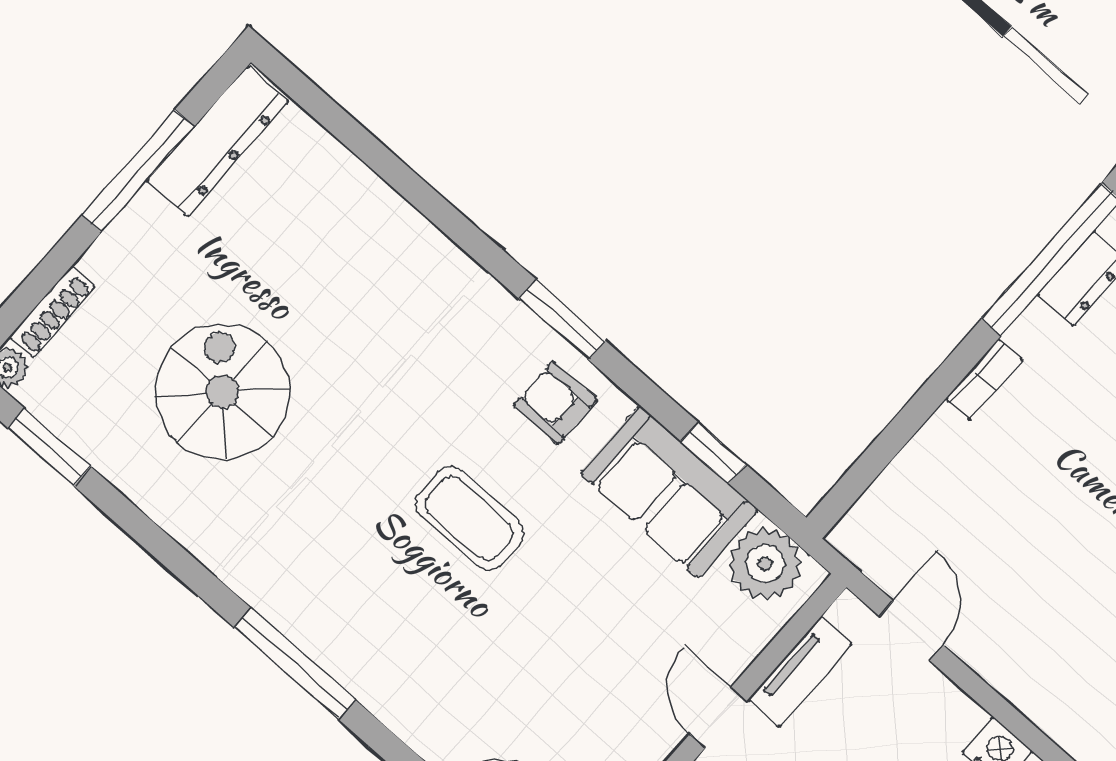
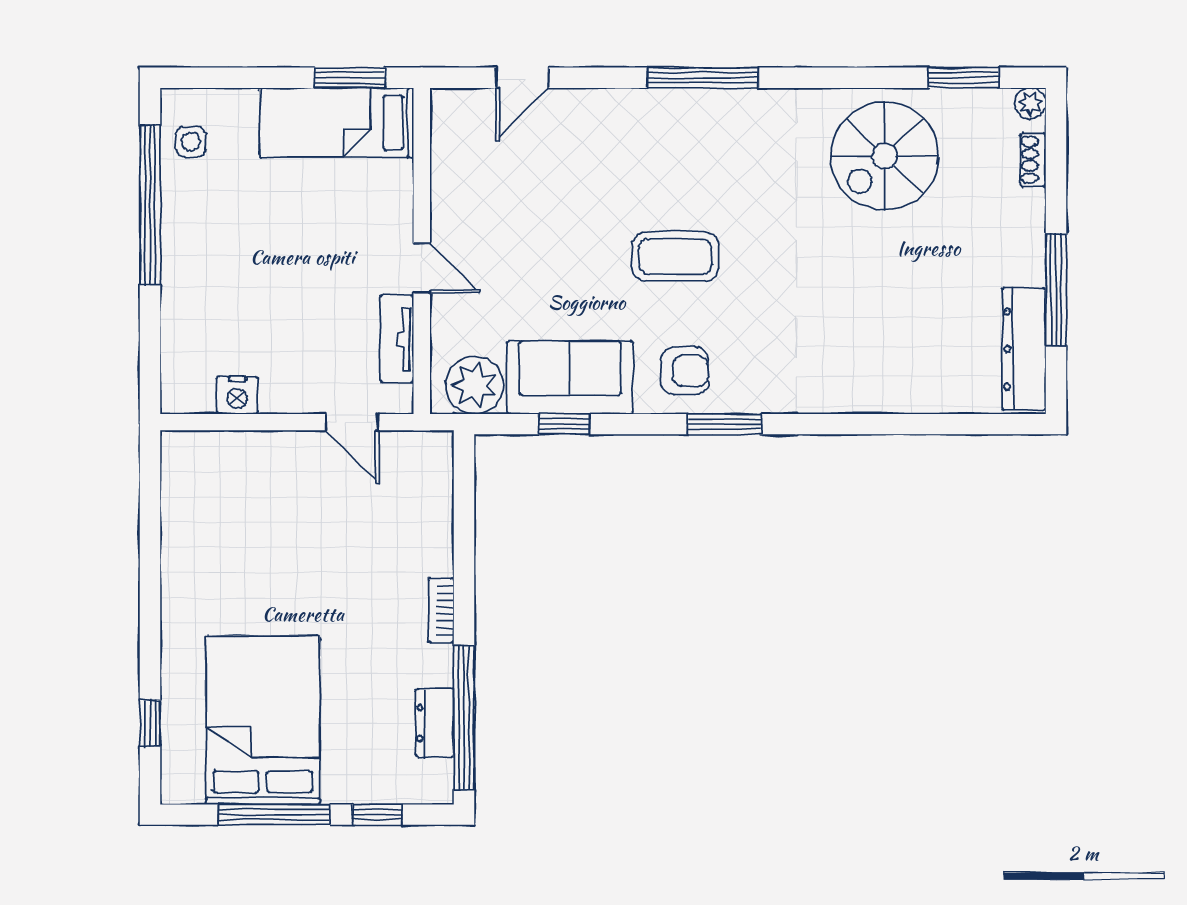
shoe rack: (52, 312) -> (1033, 160), width x0.70
spiral stairs: (222, 392) -> (885, 156), moved, turned 90

